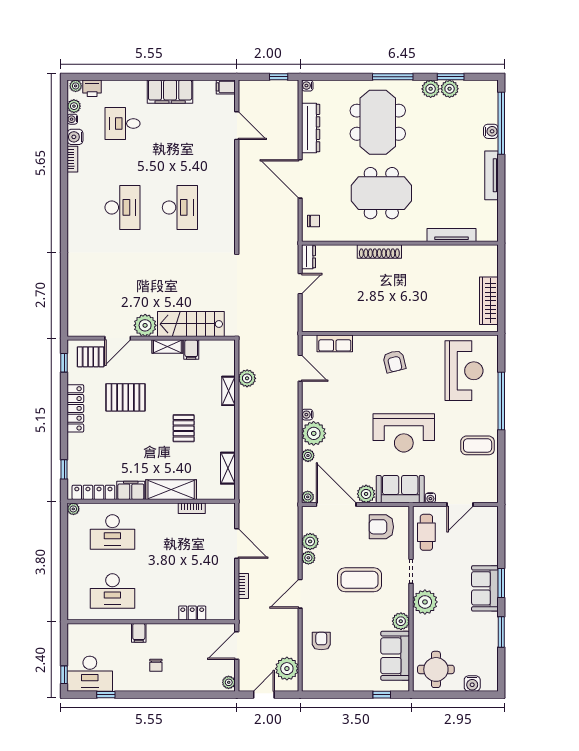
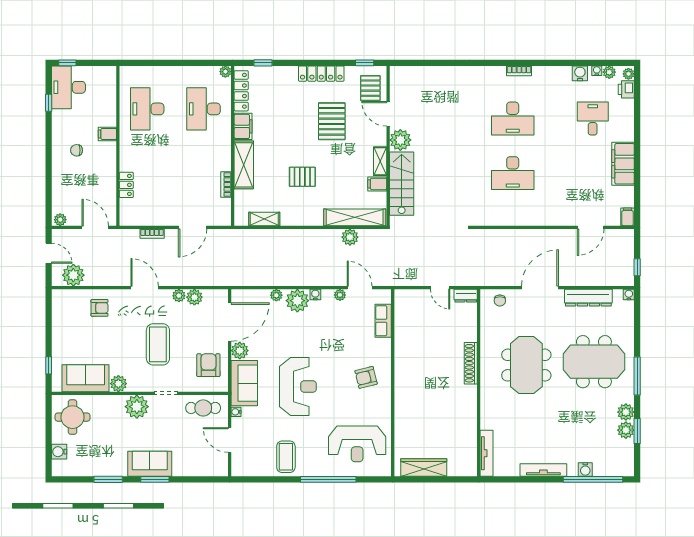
bookcase: (72, 159) -> (519, 71), moved
tv unit: (451, 235) -> (487, 453), moved
door: (300, 368) -> (360, 288), swing flipped
shelving: (229, 391) -> (355, 217), width x2.20, depth x1.33
reception desk: (404, 433) -> (298, 386), turned 180
plant: (308, 497) -> (340, 295), moved

